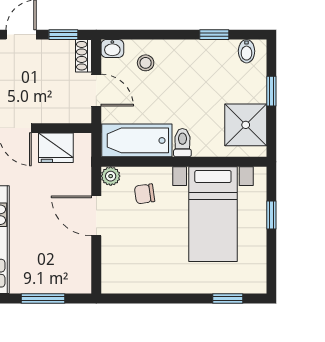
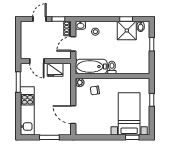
door: (96, 90) -> (73, 44), swing flipped
shower: (246, 125) -> (127, 31), moved
bed with nightstands: (213, 214) -> (129, 114), moved, turned 180
door: (96, 216) -> (73, 115), moved

